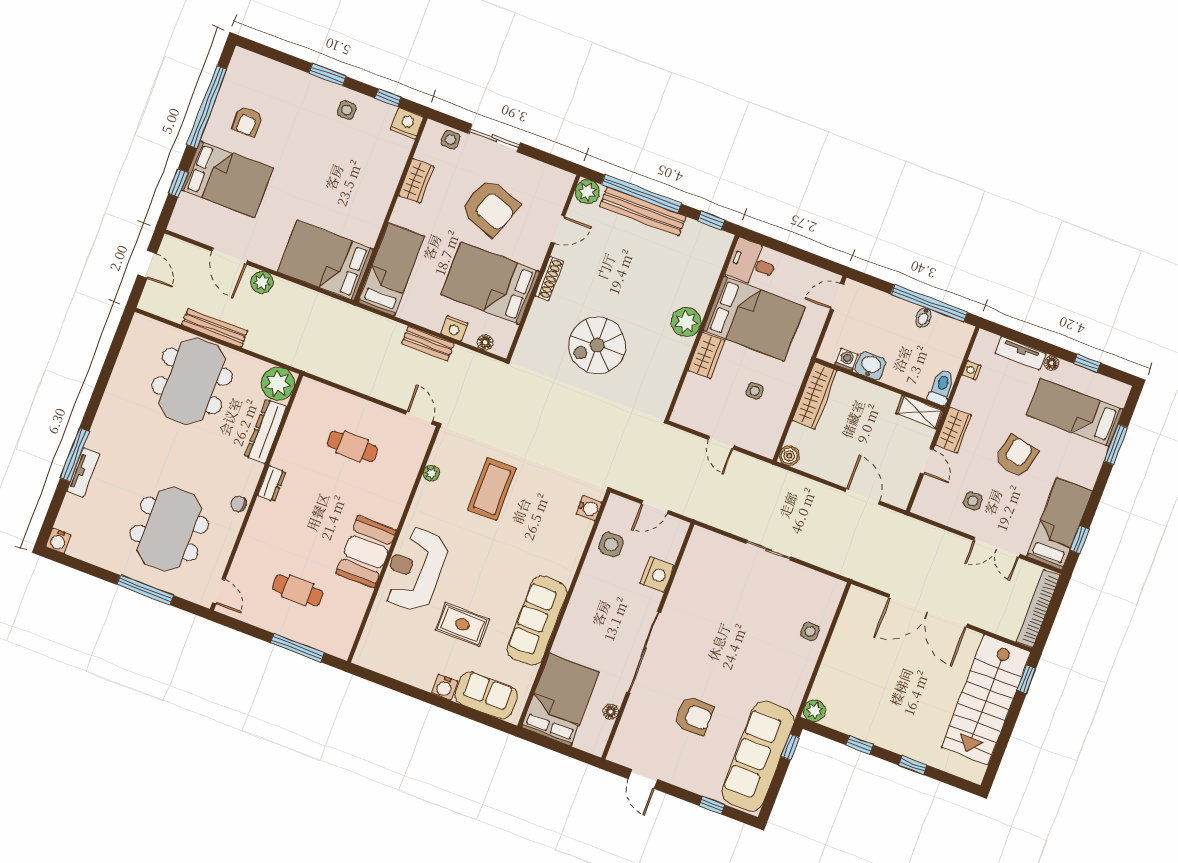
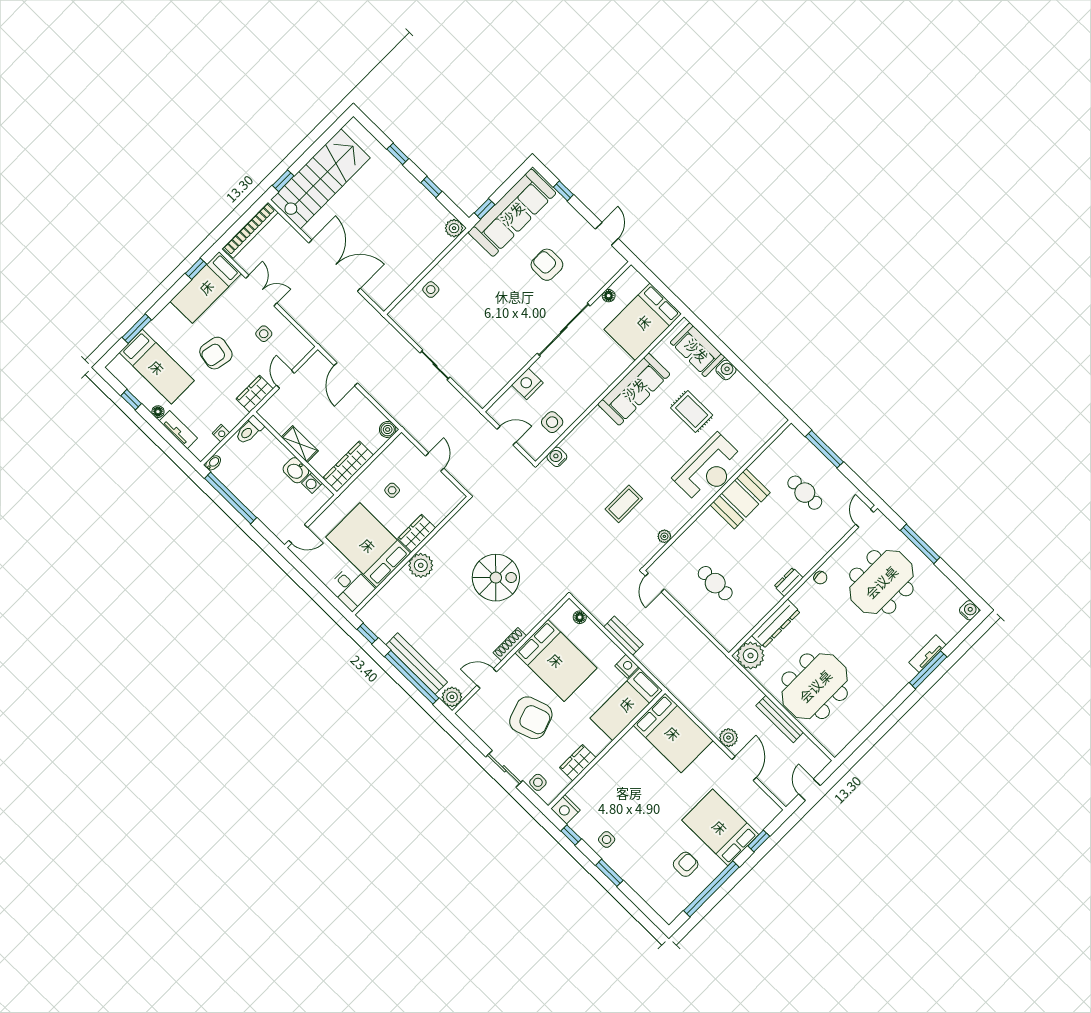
armchair: (490, 207) -> (531, 718), turned 141
bidet: (923, 318) -> (213, 463), moved
nightstand: (455, 328) -> (627, 666), moved
shelving: (920, 412) -> (300, 444), moved
coffee table: (492, 489) -> (624, 504), width x0.73, depth x0.76

